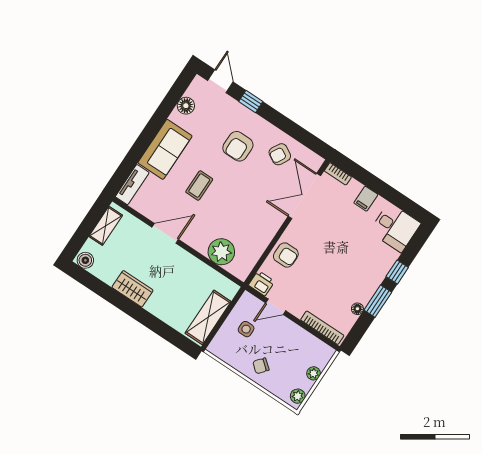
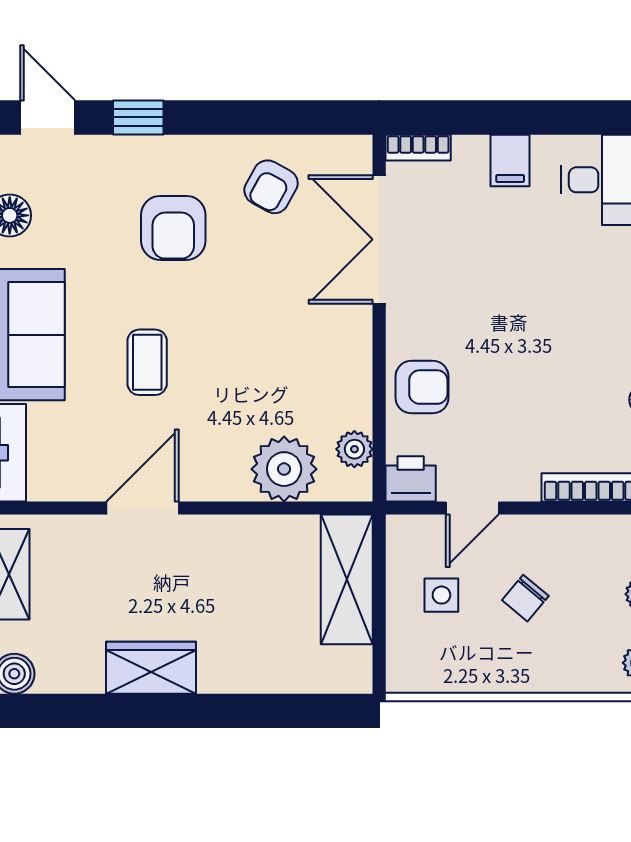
plant: (249, 261) -> (354, 449), added
shelving: (208, 317) -> (347, 579), moved
chair: (261, 366) -> (525, 598), moved

